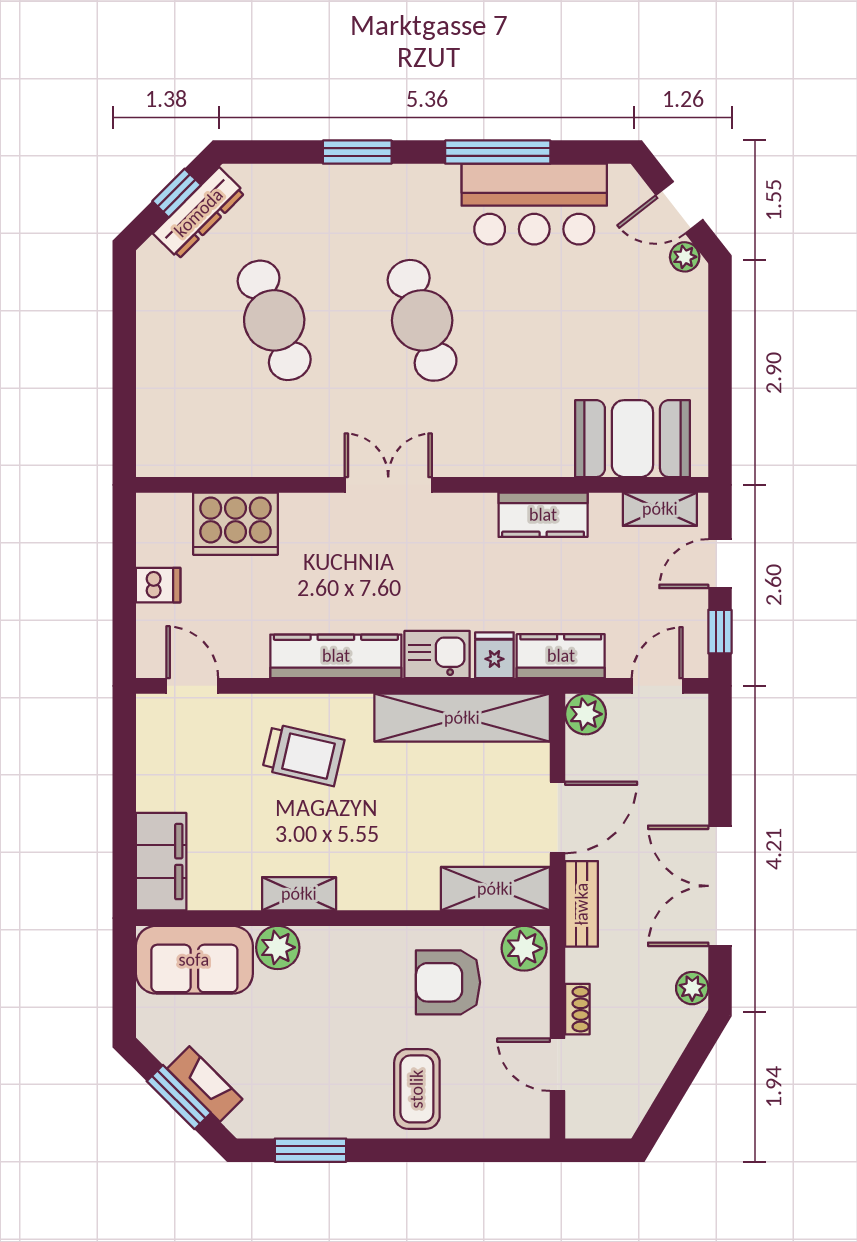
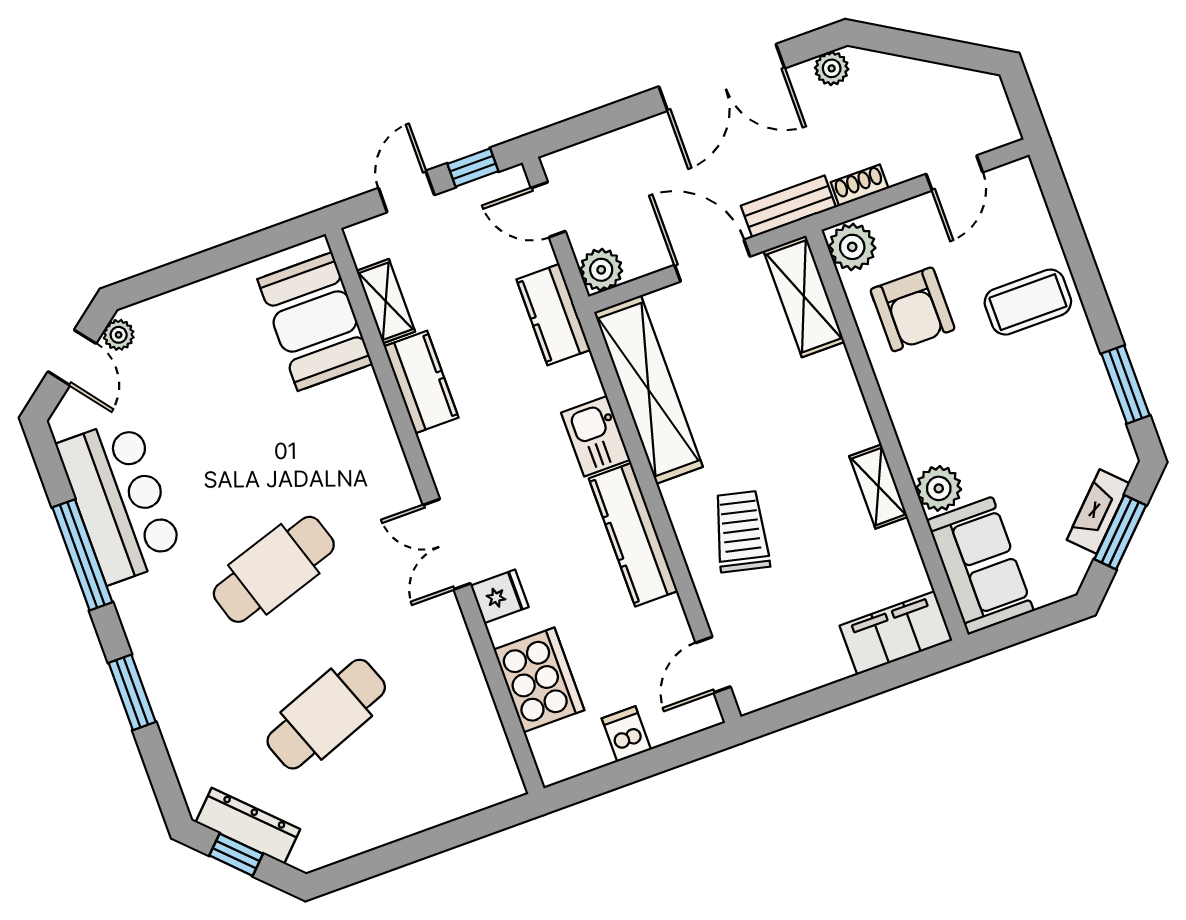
shelving: (660, 509) -> (386, 301), moved
door: (720, 564) -> (406, 192), swing flipped
fridge: (494, 655) -> (500, 596), moved, turned 180
shoe rack: (577, 1009) -> (860, 185), moved

